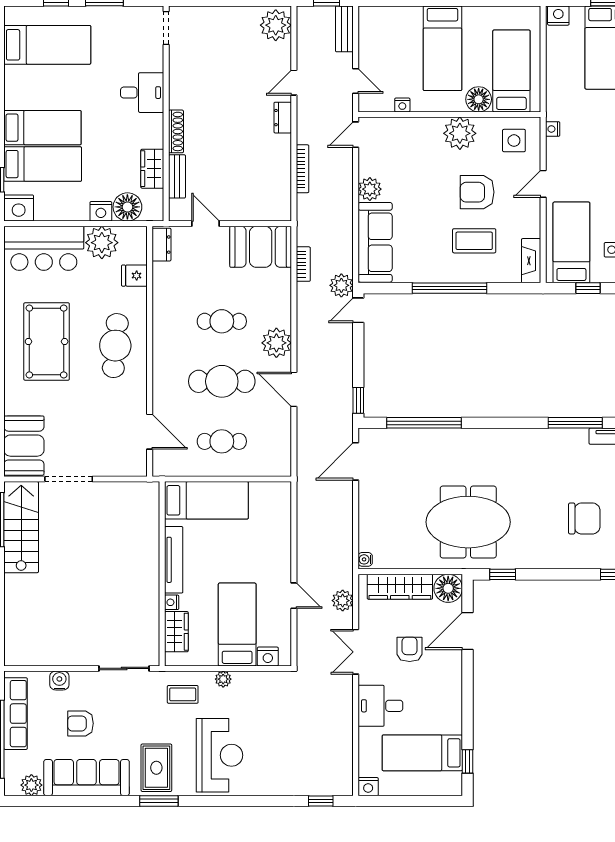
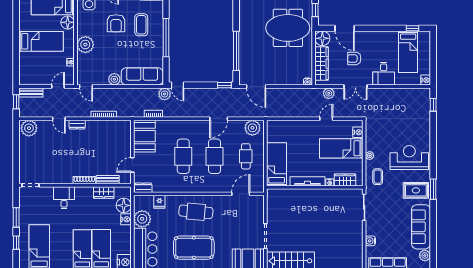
plant: (460, 133) -> (85, 45), moved
cafe table: (222, 321) -> (183, 156), width x1.37, depth x1.35
plant: (276, 343) -> (252, 128), moved
meeting table: (468, 522) -> (288, 28), turned 90
armchair: (80, 723) -> (393, 230), removed

